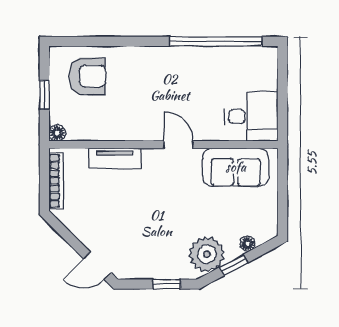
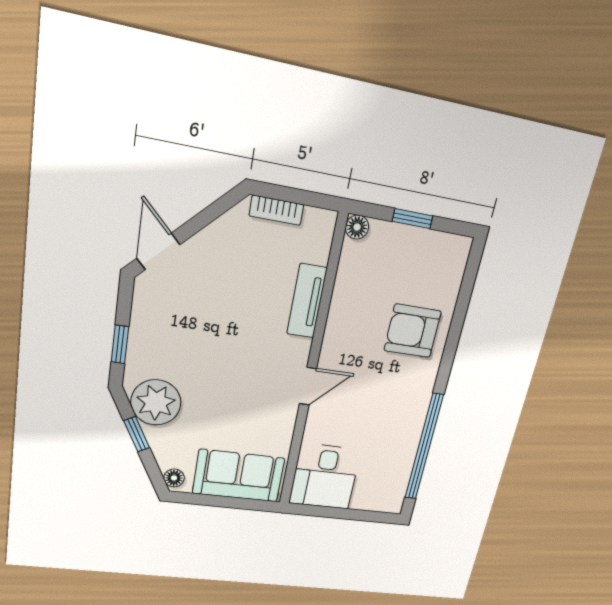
armchair: (87, 76) -> (413, 331), moved, turned 90
sofa: (236, 167) -> (239, 476), moved, turned 90
bookcase: (56, 181) -> (276, 210), width x0.64
floor lamp: (248, 244) -> (174, 478), moved

